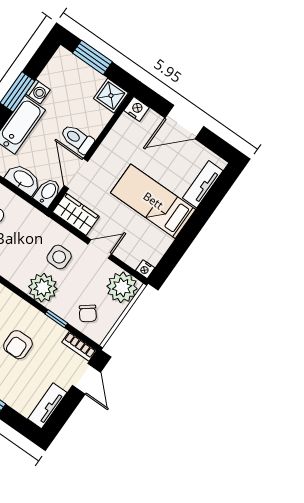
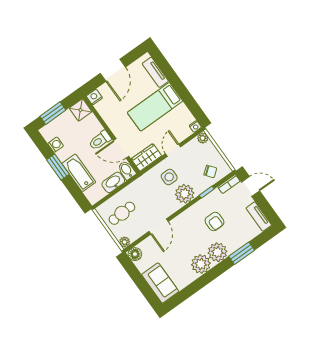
washing machine: (38, 92) -> (56, 145), moved
plant: (122, 287) -> (203, 138), width x0.53, depth x0.53

